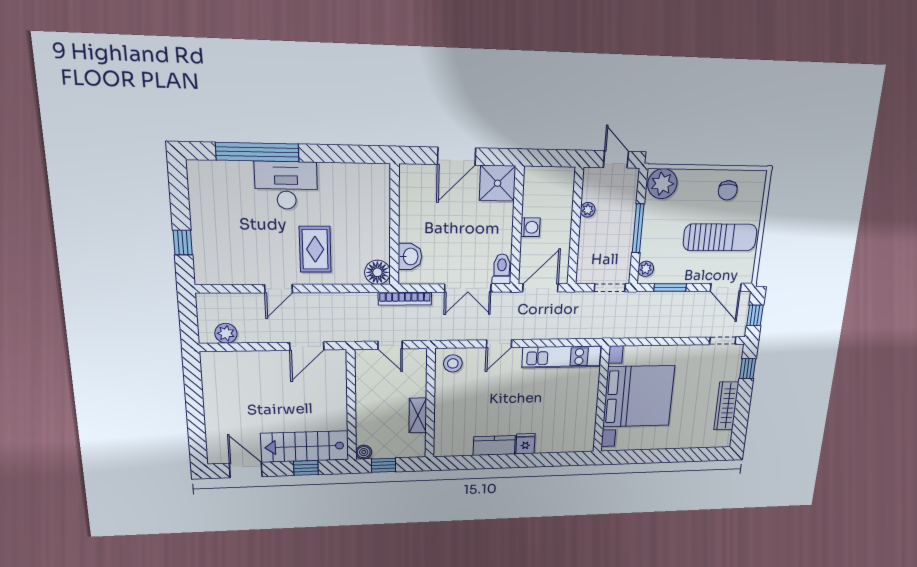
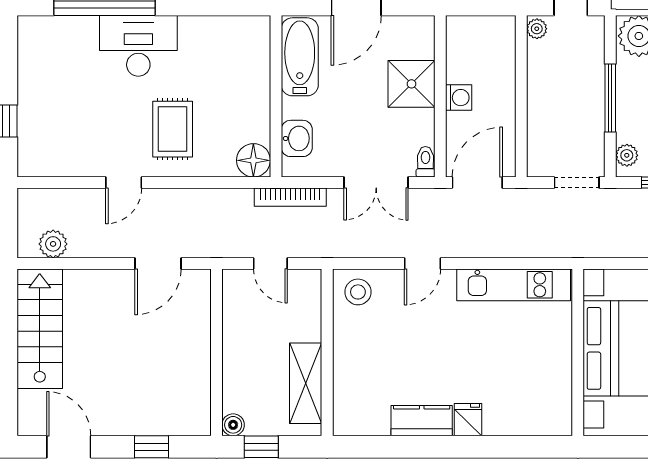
shower: (498, 183) -> (411, 84), moved
bathtub: (413, 196) -> (300, 57), added
plant: (588, 210) -> (537, 29), moved
toilet: (502, 269) -> (425, 162), width x0.73, depth x0.72
shelving: (418, 415) -> (306, 383), width x1.50, depth x1.33
stairs: (305, 447) -> (40, 329), moved, turned 90

